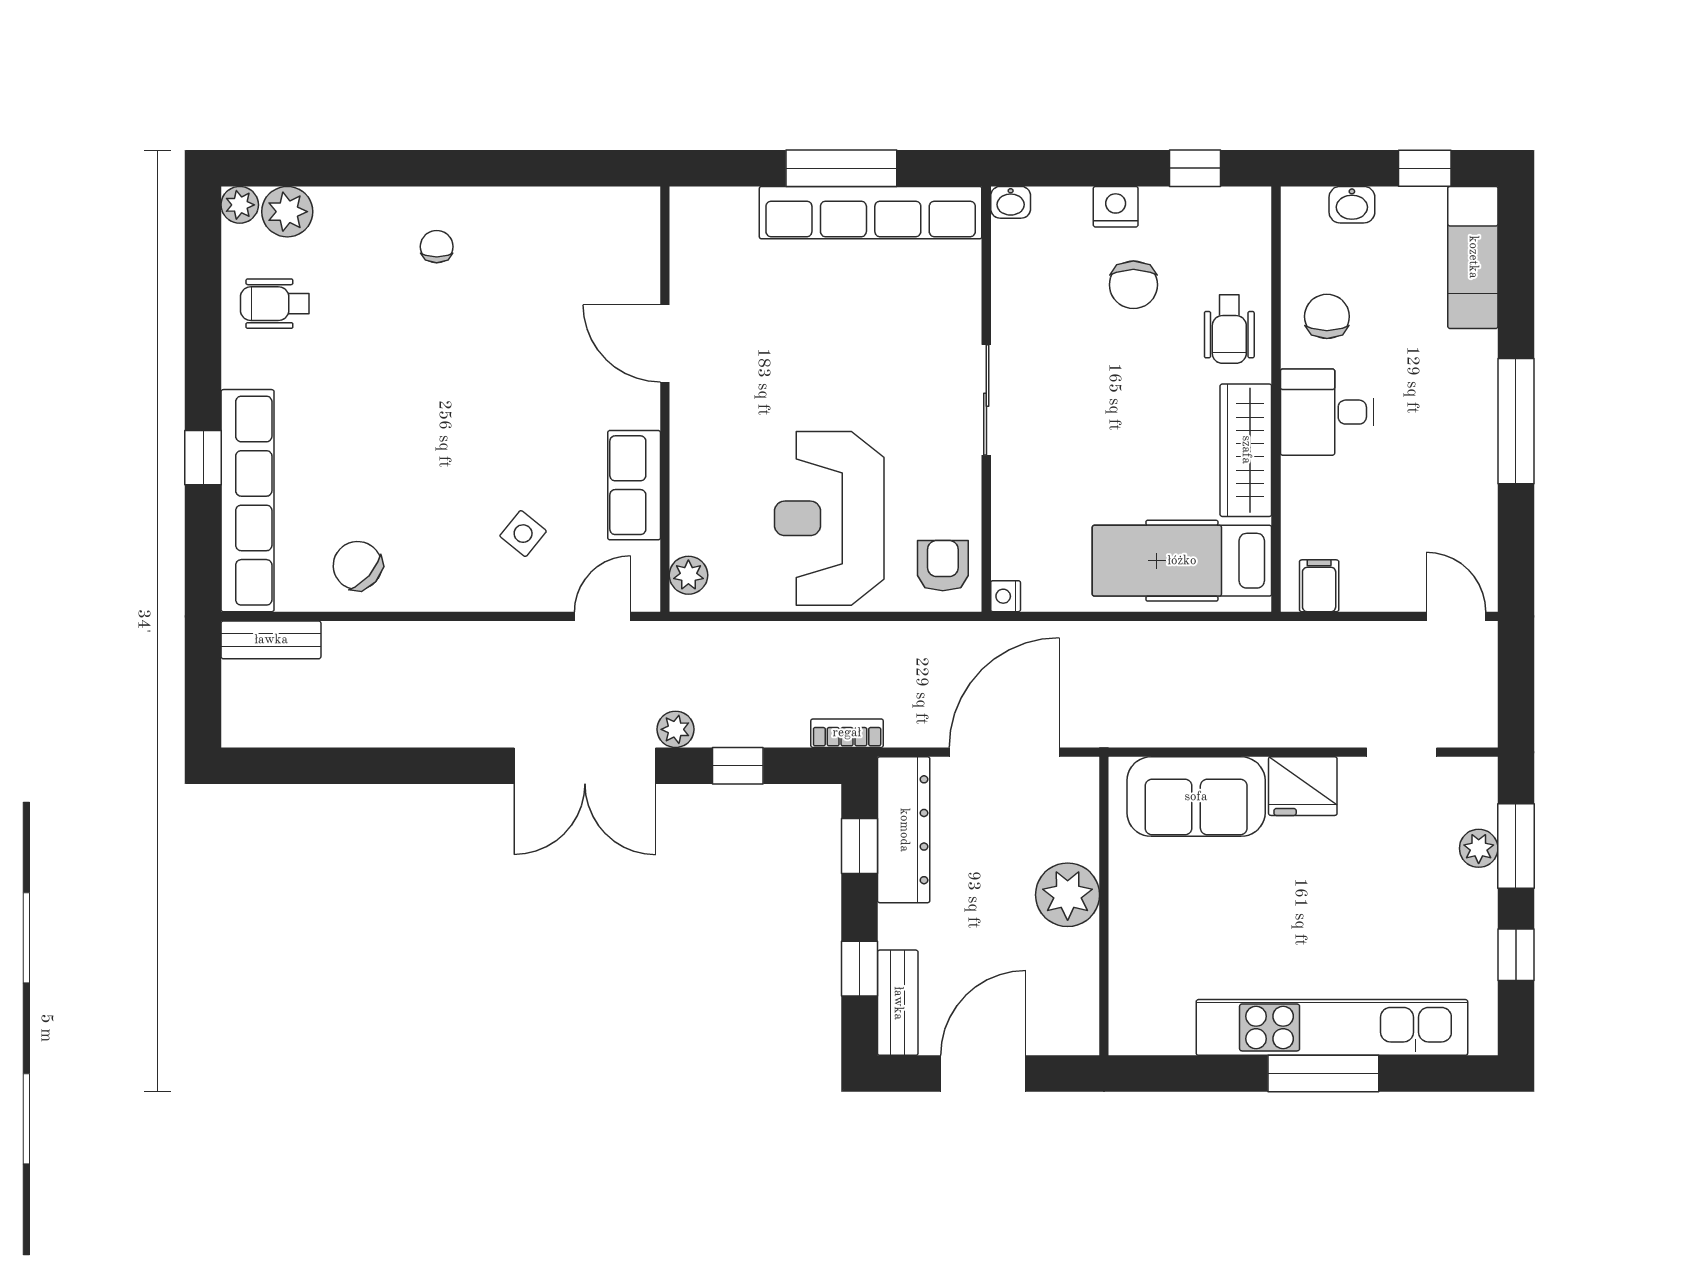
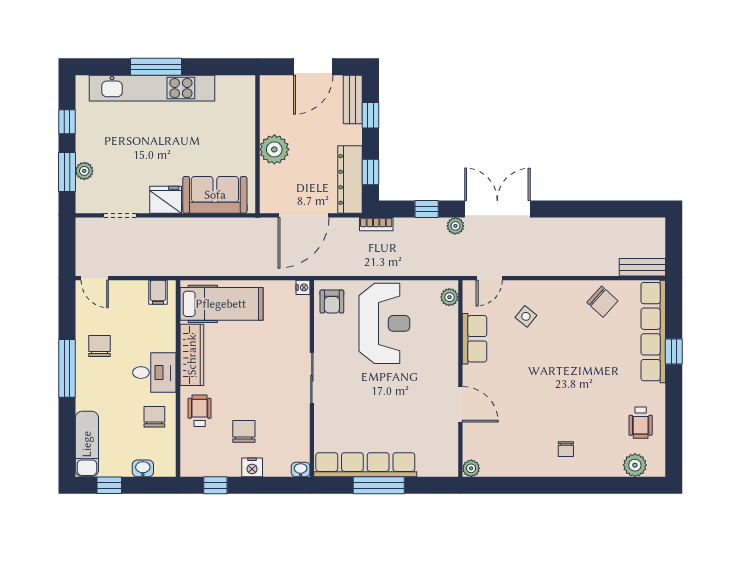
plant: (240, 205) -> (471, 468), moved
wheelchair: (275, 304) -> (641, 423), turned 90
chair: (1327, 316) -> (154, 417), turned 180
chair: (1446, 469) -> (99, 346), added

